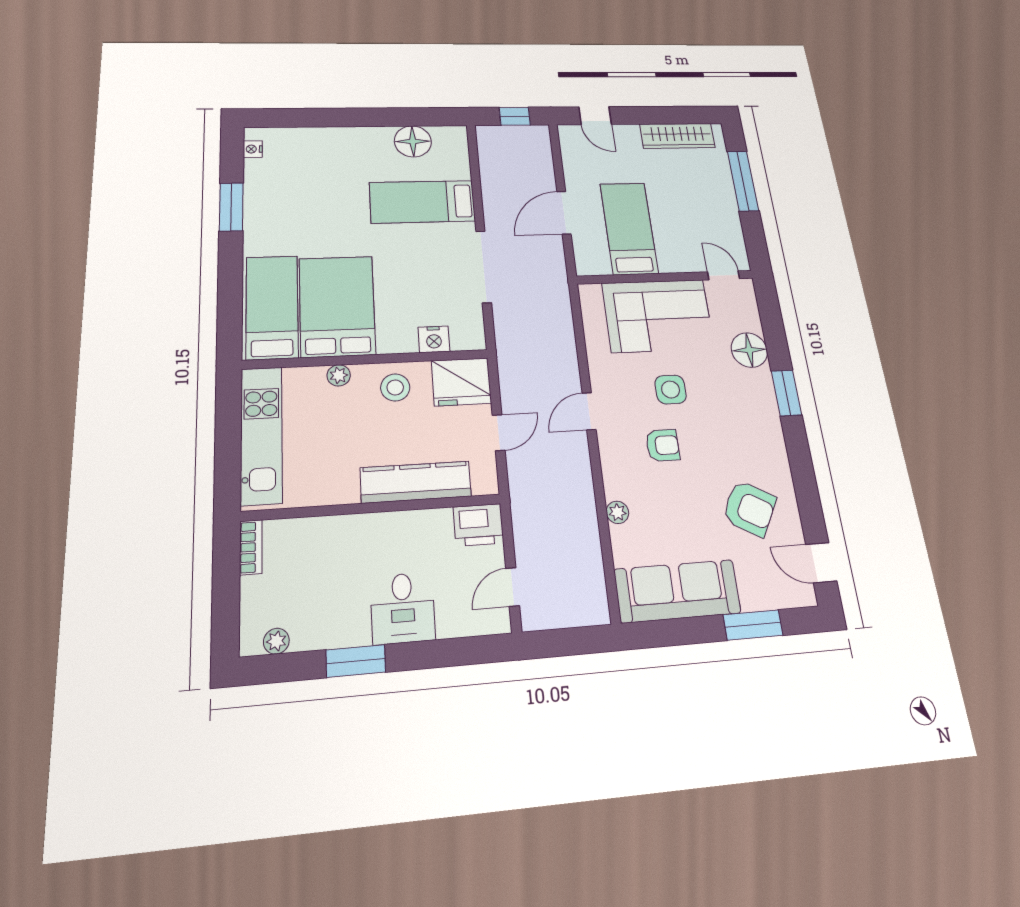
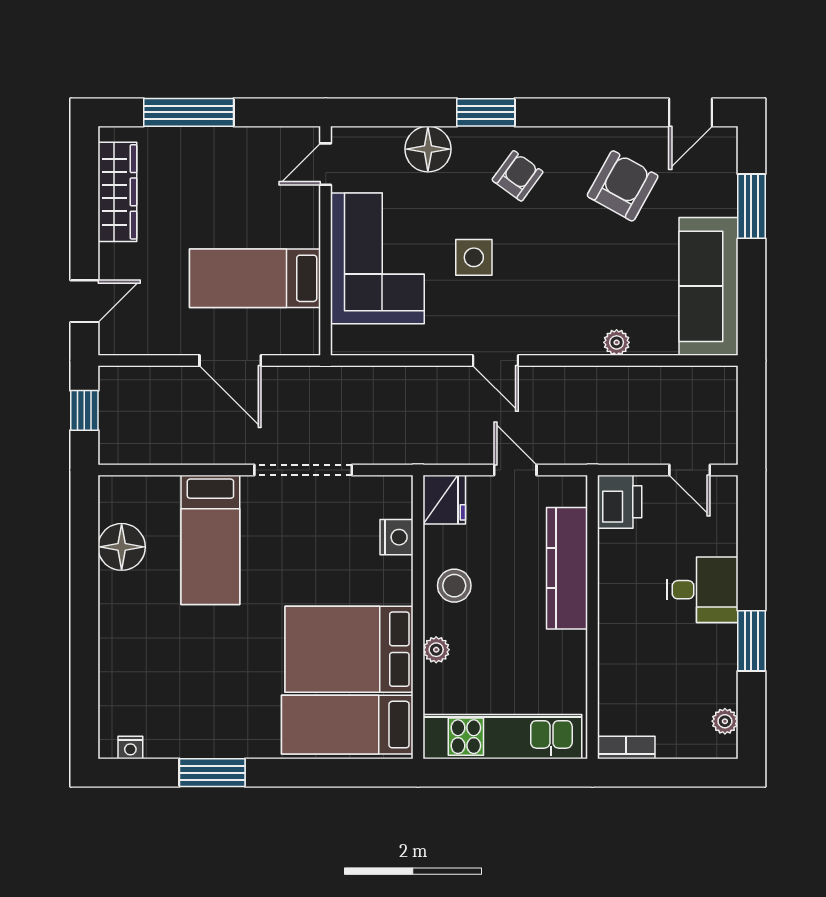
fridge: (461, 382) -> (444, 500), width x0.73, depth x0.75
armchair: (663, 445) -> (518, 176), moved, turned 36

